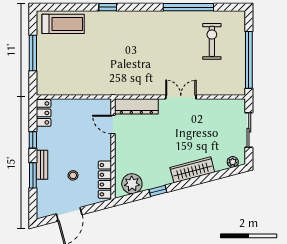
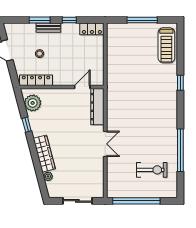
plant: (233, 162) -> (48, 176), moved

